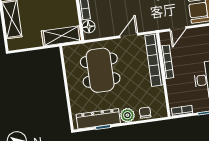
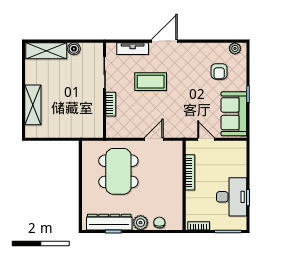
floor lamp: (89, 27) -> (113, 124), removed
door: (178, 29) -> (206, 139), swing flipped
shelving: (62, 36) -> (83, 130), removed
bookcase: (154, 60) -> (177, 169), removed

